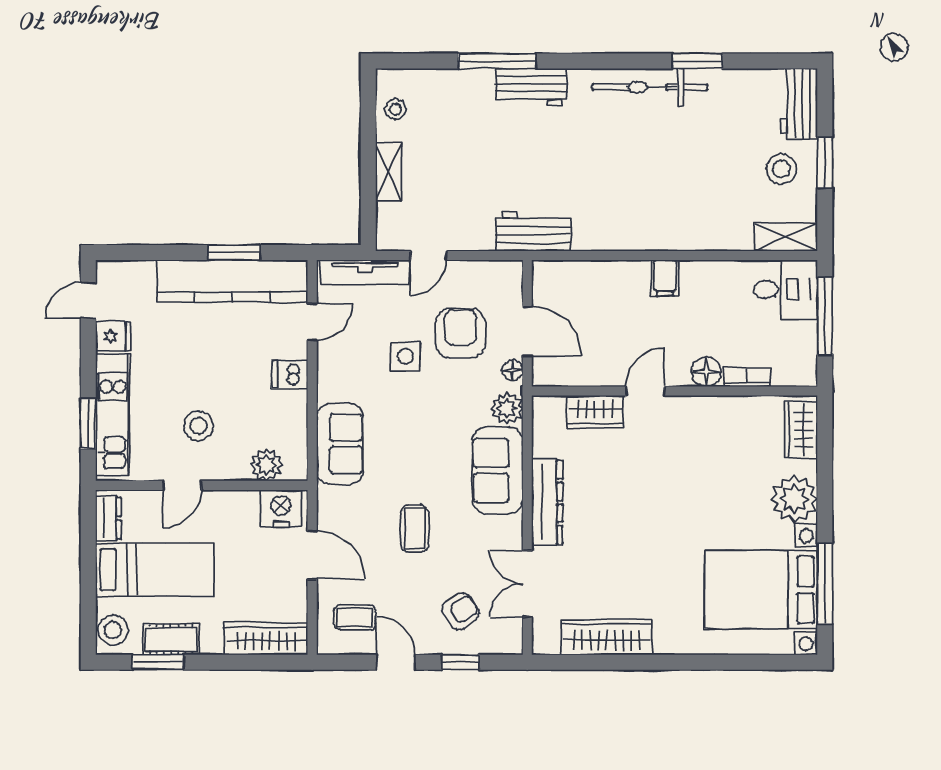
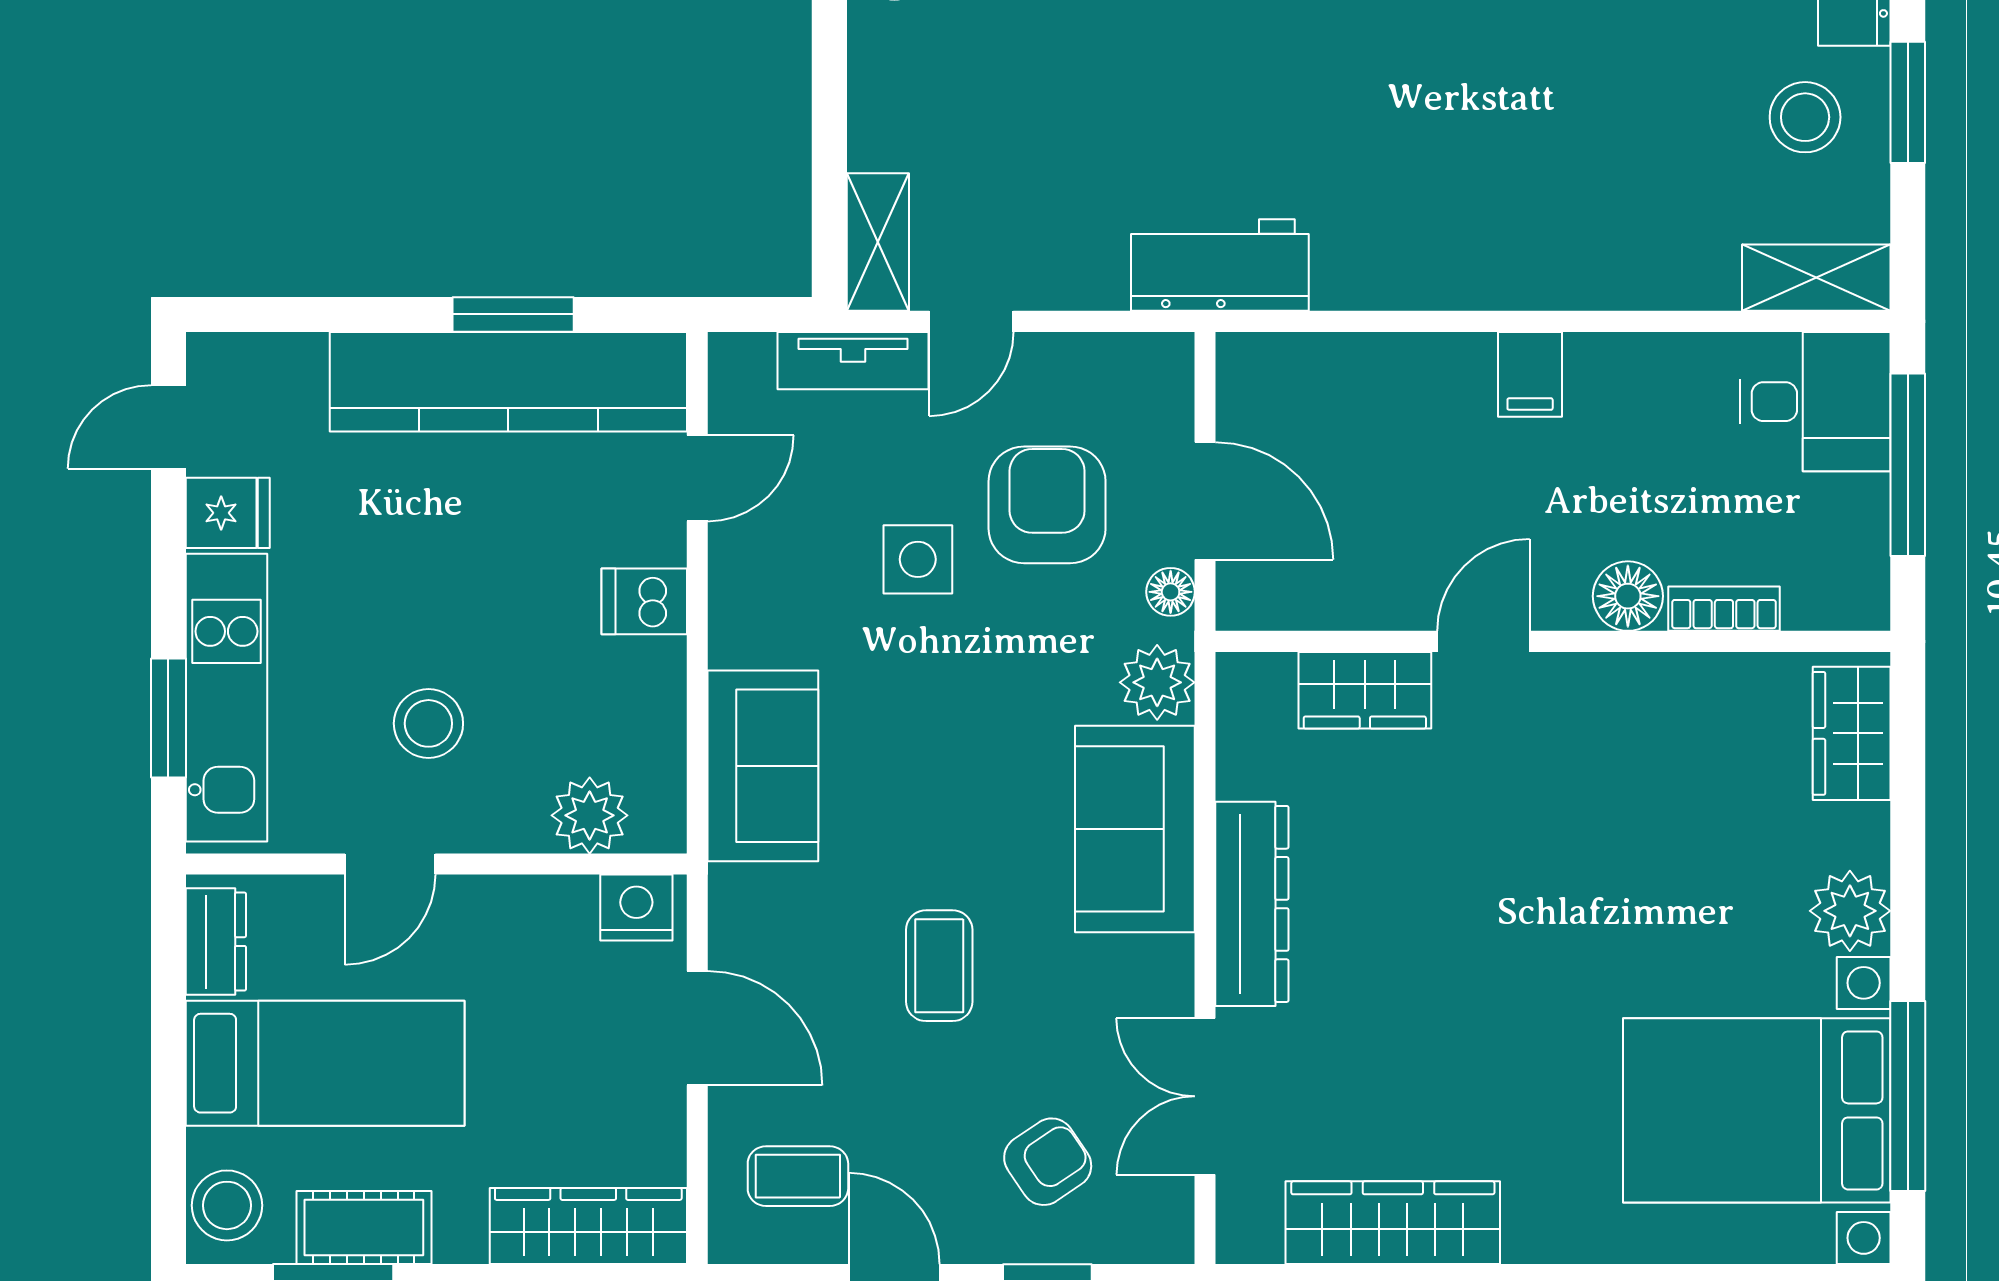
shelving: (389, 172) -> (878, 242), moved
tv unit: (365, 272) -> (853, 361), width x0.71
plant: (794, 499) -> (1850, 911), width x0.73, depth x0.73
nightstand: (281, 508) -> (636, 908), width x0.74, depth x0.75

